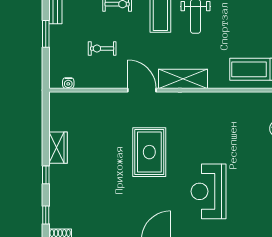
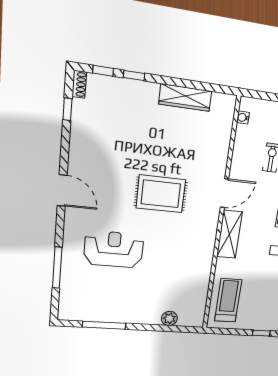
wardrobe: (58, 148) -> (185, 98), width x1.50
window: (46, 175) -> (134, 76), moved

